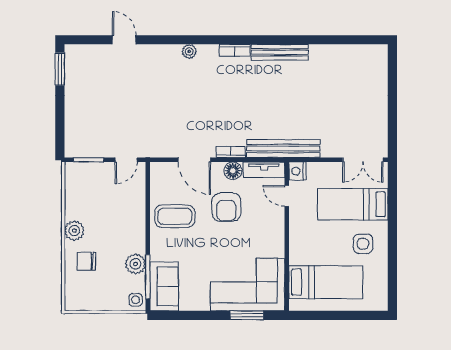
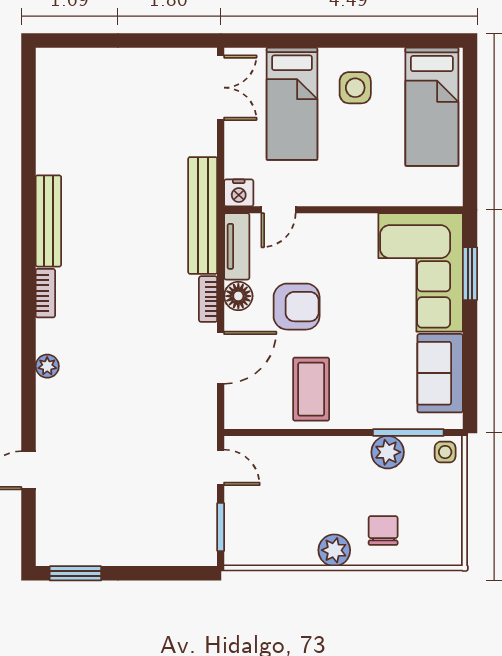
chair: (87, 261) -> (383, 531), turned 180
bed: (326, 282) -> (432, 107), moved, turned 180
sofa: (164, 286) -> (440, 373), moved, turned -90

